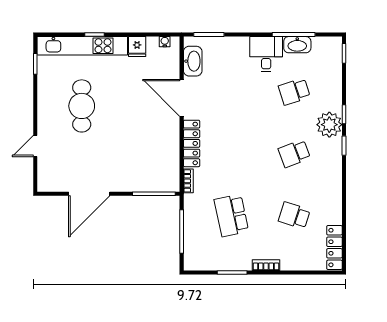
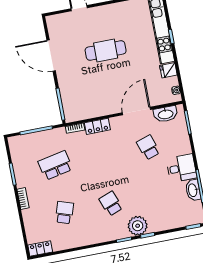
school desk: (294, 92) -> (148, 147), moved
cafe table: (82, 106) -> (106, 51), moved
locker: (192, 143) -> (97, 126), width x0.66
locker: (334, 248) -> (40, 249), width x0.66

